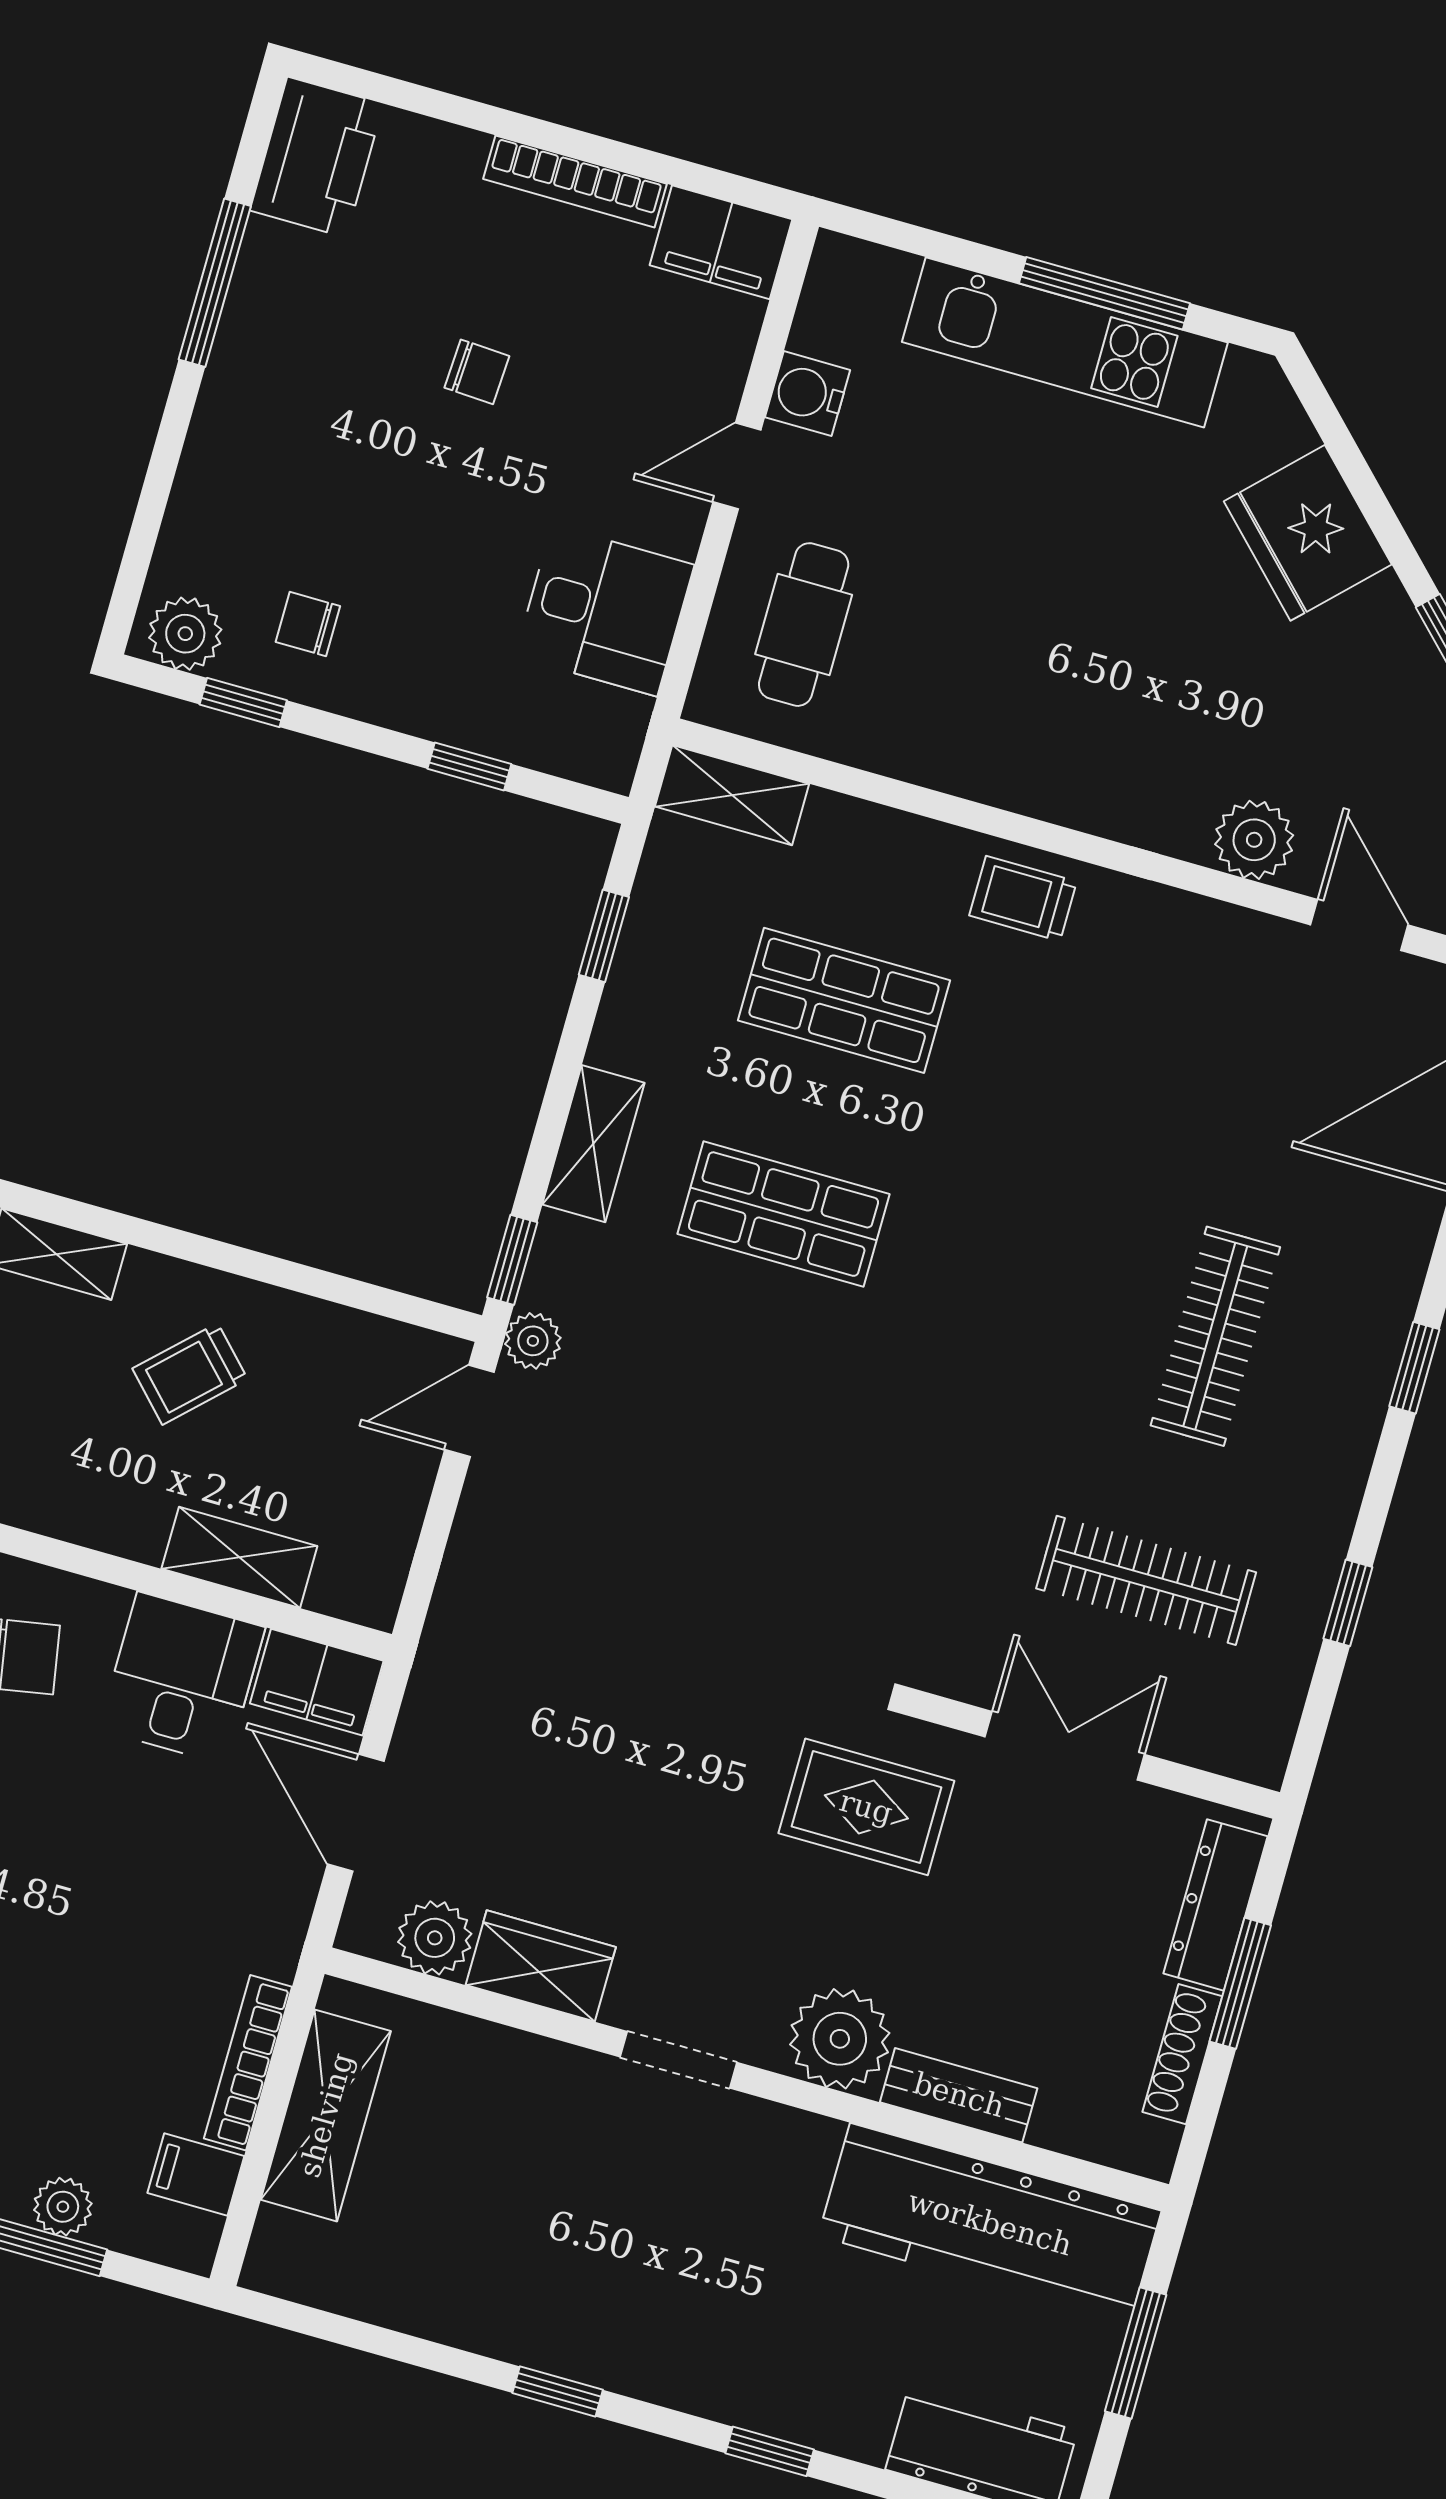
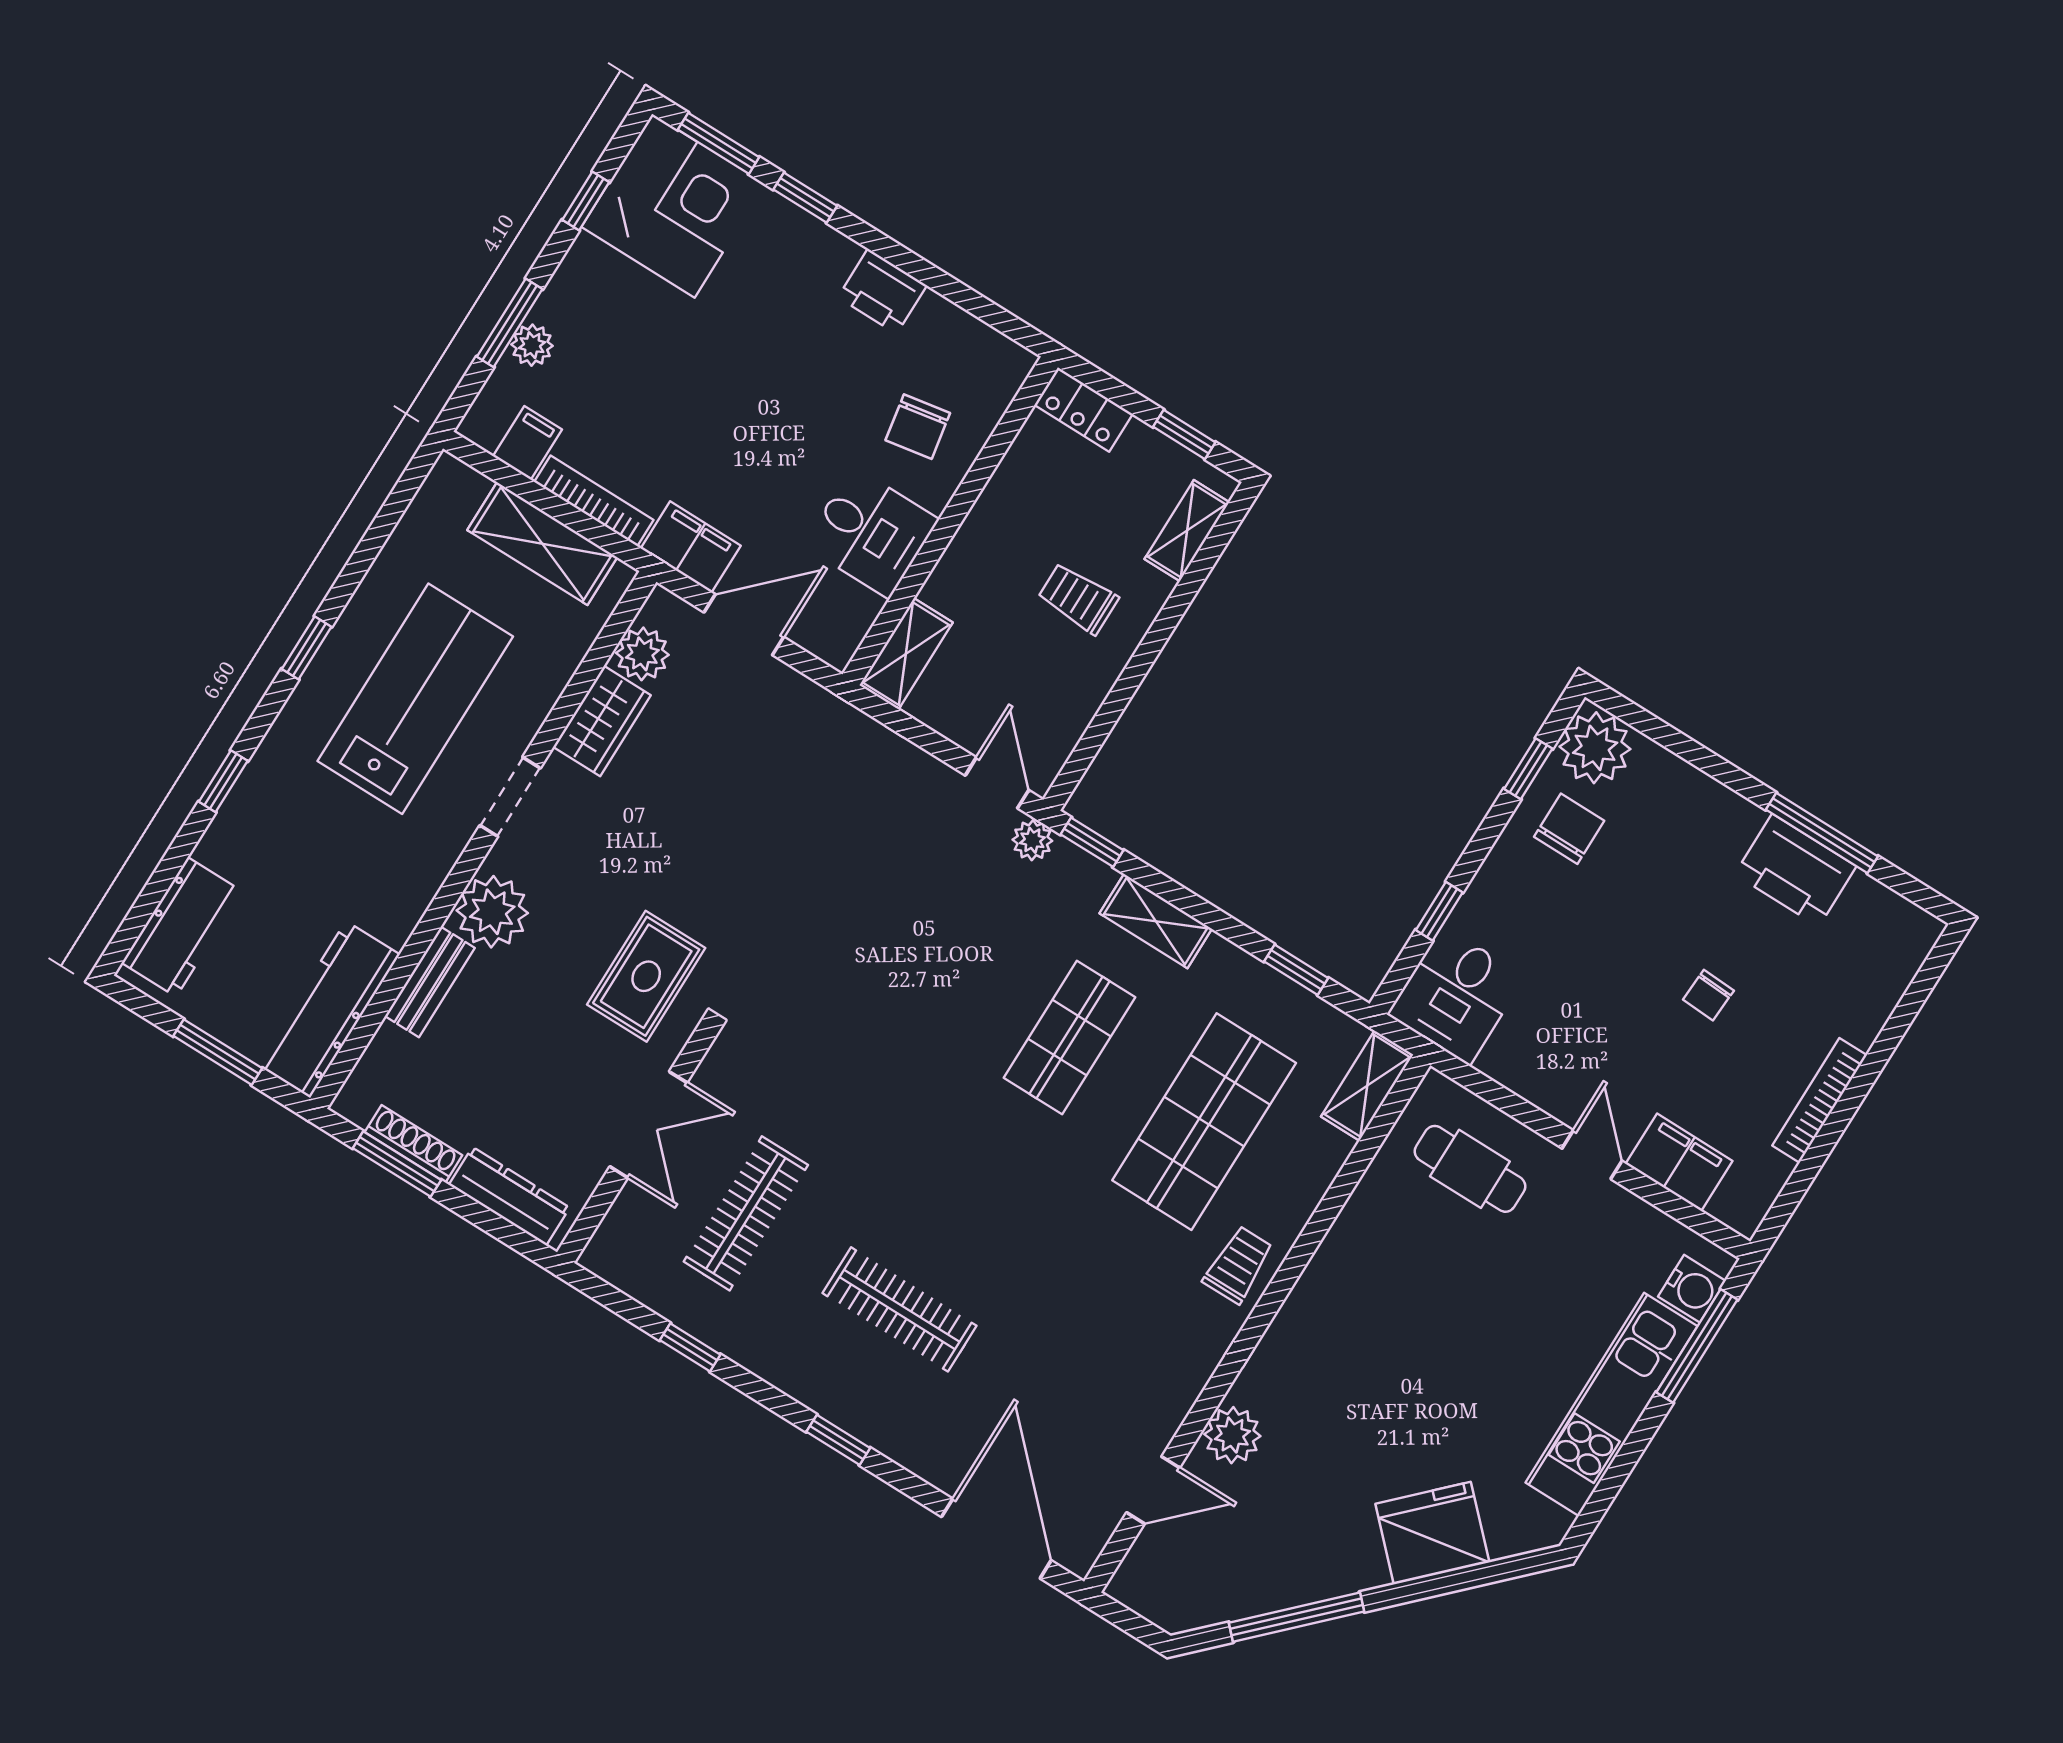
printer: (317, 157) -> (1795, 870), moved
filing cabinet: (721, 242) -> (1679, 1162), moved, turned 90
window: (1104, 293) -> (1697, 1346), moved
water cooler: (808, 394) -> (1692, 1289), moved, turned 90
desk: (605, 611) -> (1456, 996), moved
chair: (308, 624) -> (1569, 829), width x1.37, depth x1.37
plant: (185, 634) -> (1595, 748), width x1.36, depth x1.36
shop shelf: (844, 1000) -> (1204, 1122), width x1.43, depth x1.36
trolley: (190, 1374) -> (1078, 598), turned -46
shelving: (239, 1557) -> (906, 654), moved
filing cabinet: (317, 1682) -> (691, 547), moved, turned 90
window: (1240, 1983) -> (397, 1164), moved
workbench: (990, 2223) -> (328, 1009), width x0.73, depth x0.76
lab bench: (584, 2226) -> (415, 699), added

